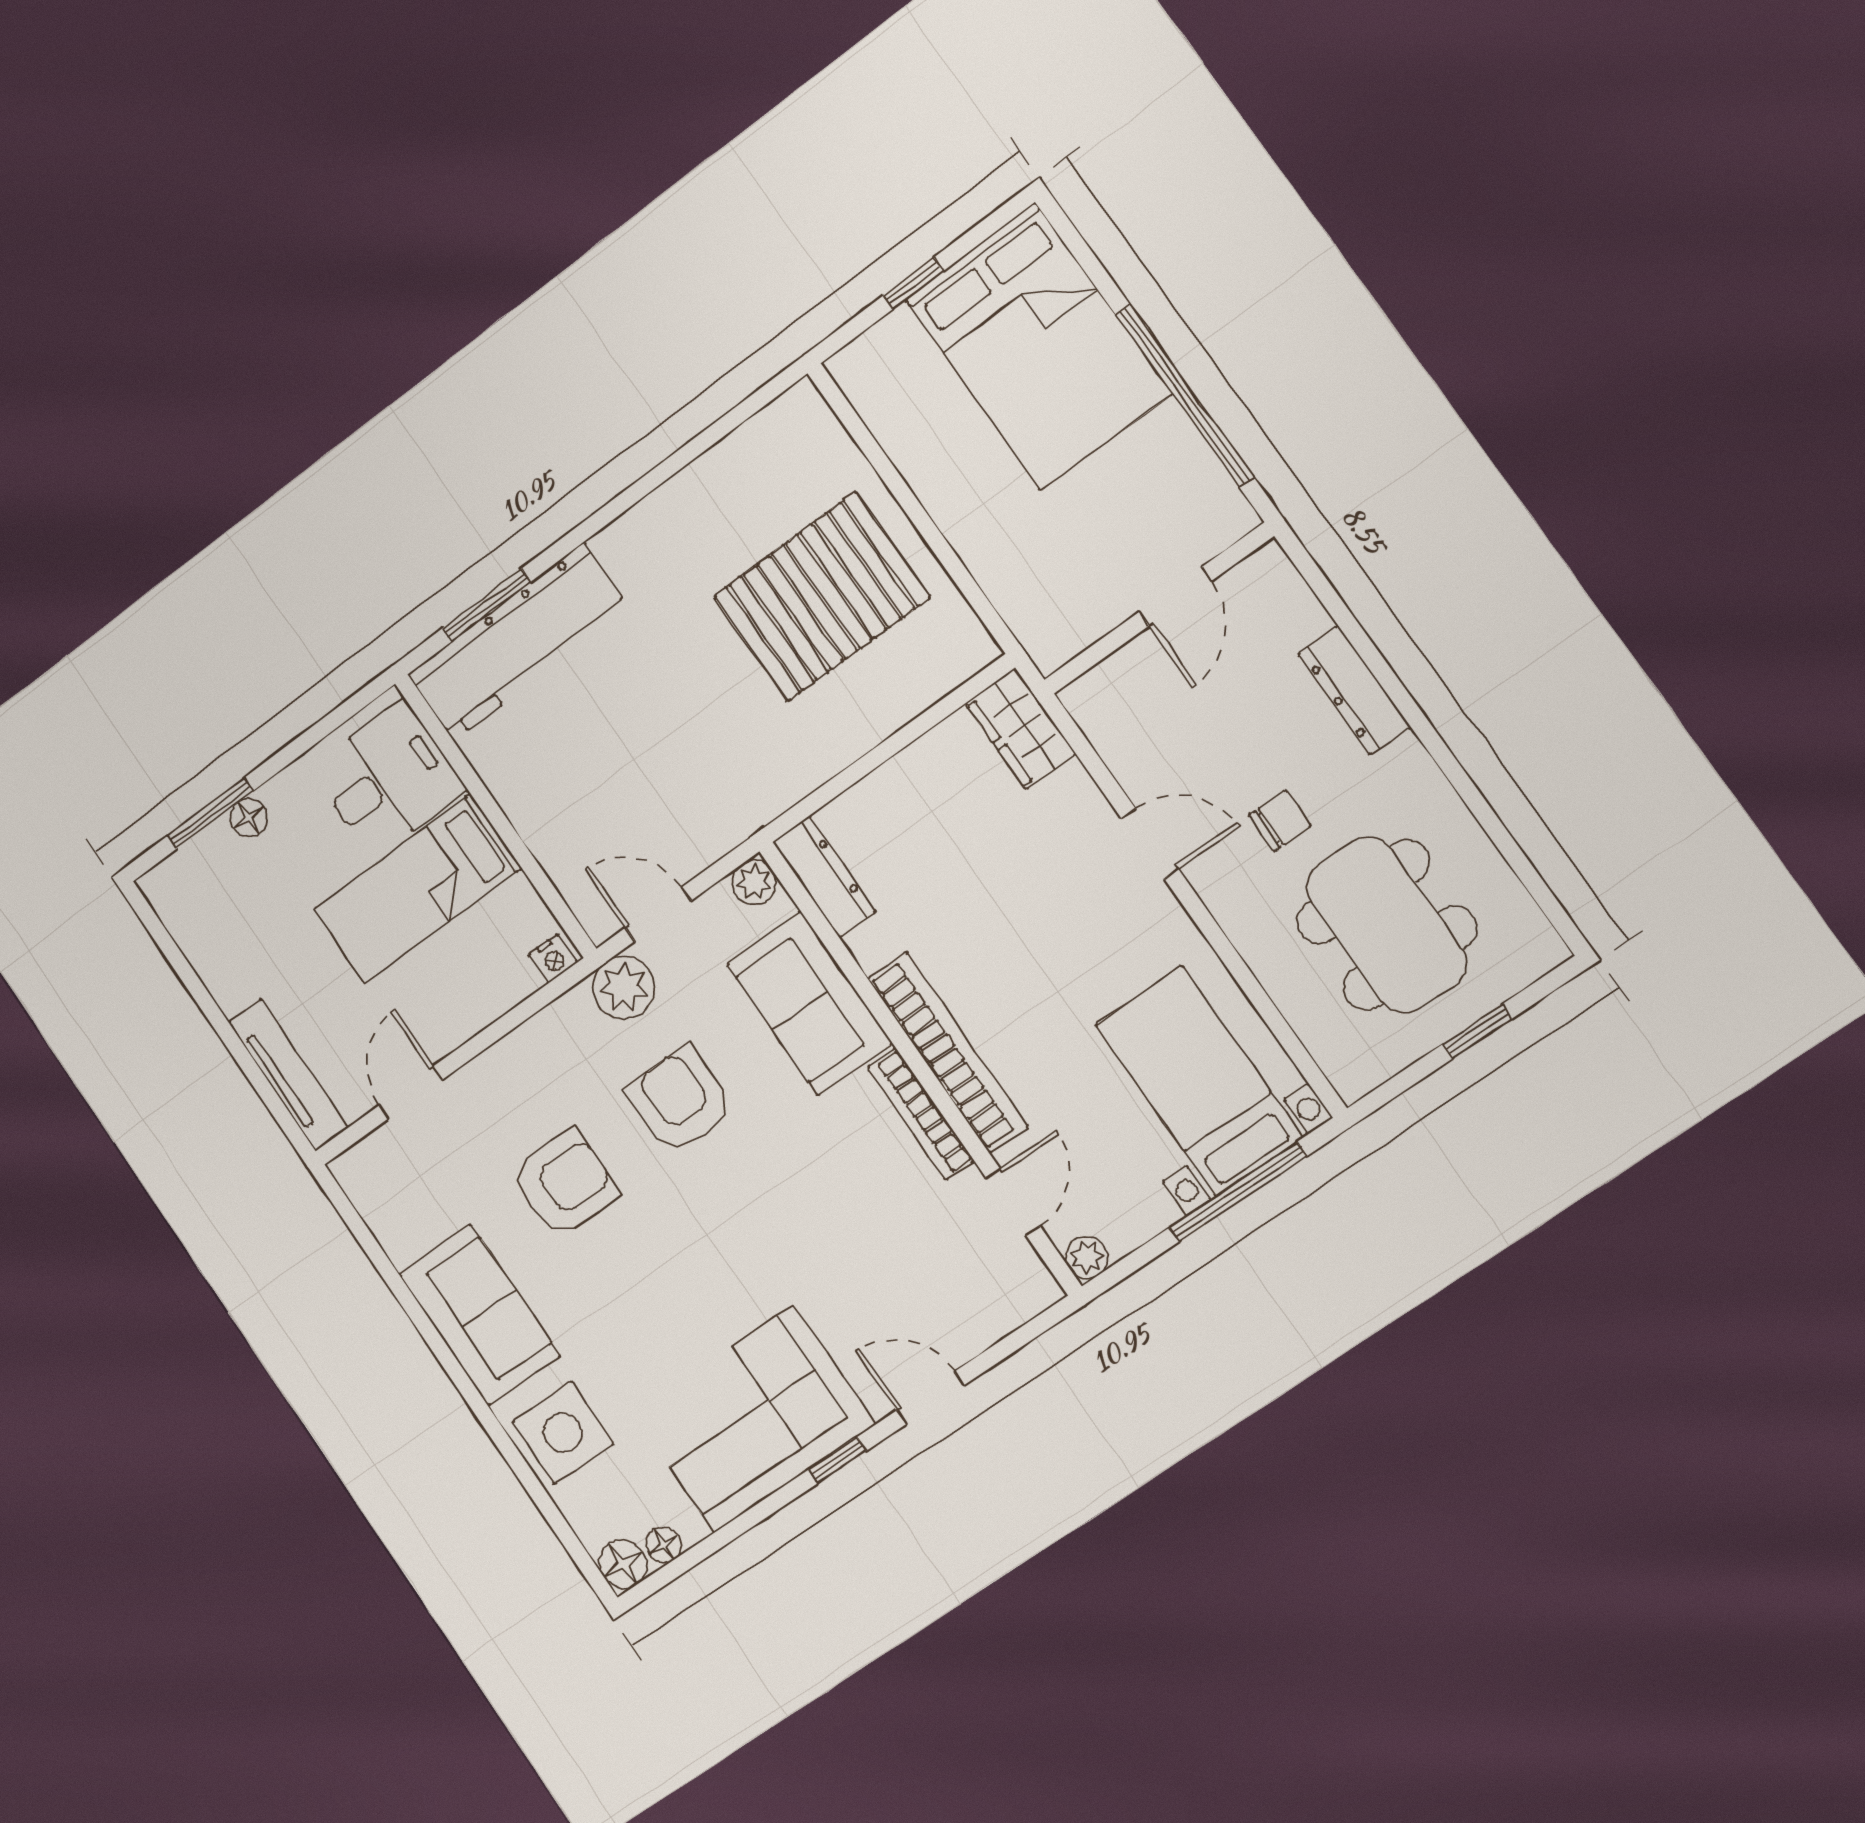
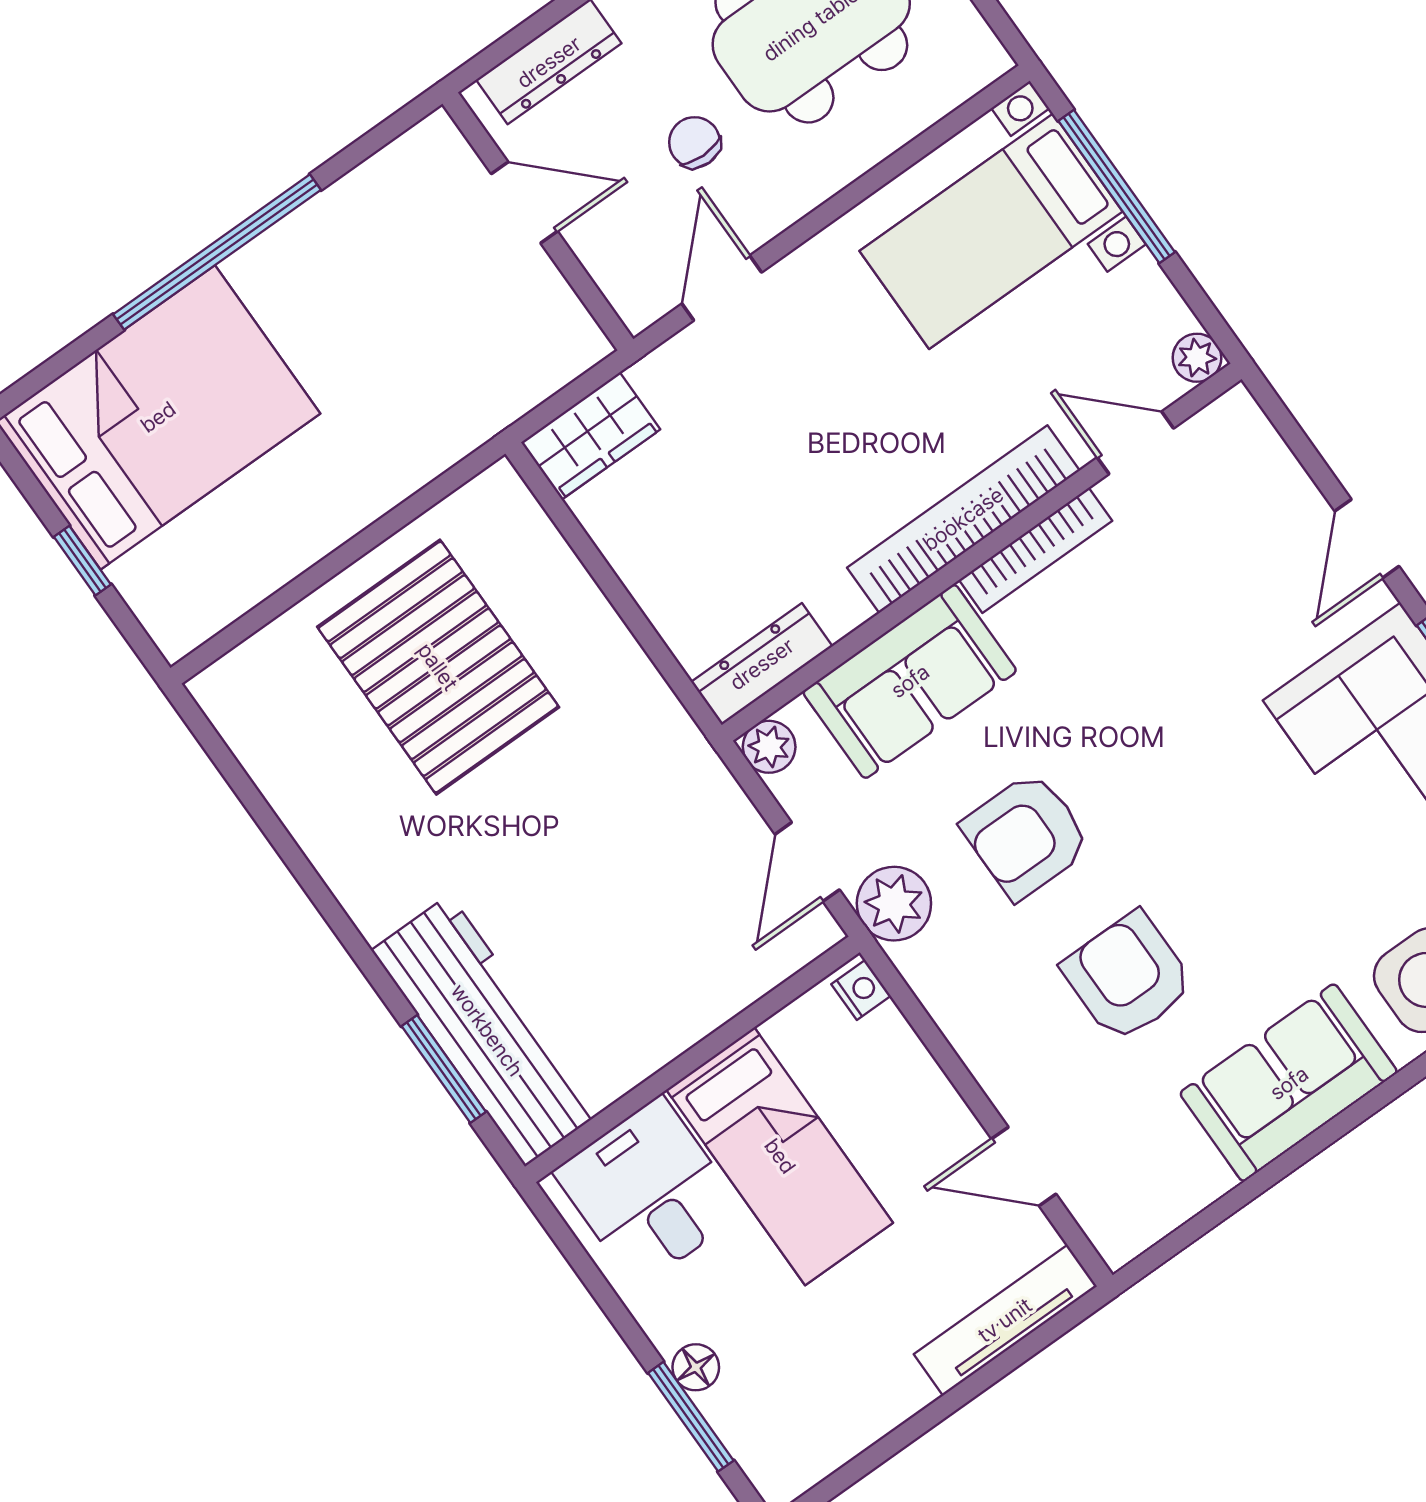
door: (1175, 596) -> (524, 203), moved
wall: (1158, 609) -> (538, 221), moved

